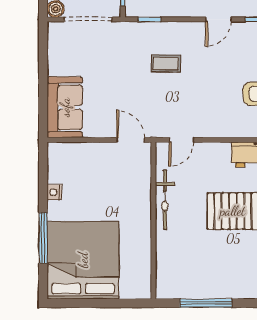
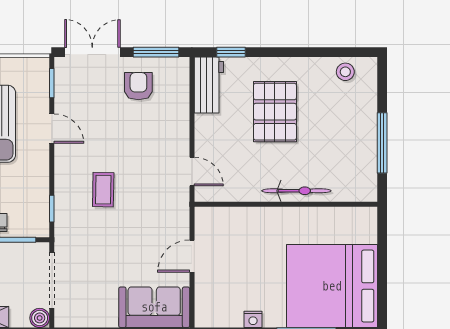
door: (130, 140) -> (192, 256), moved
bicycle: (165, 200) -> (296, 191), moved

